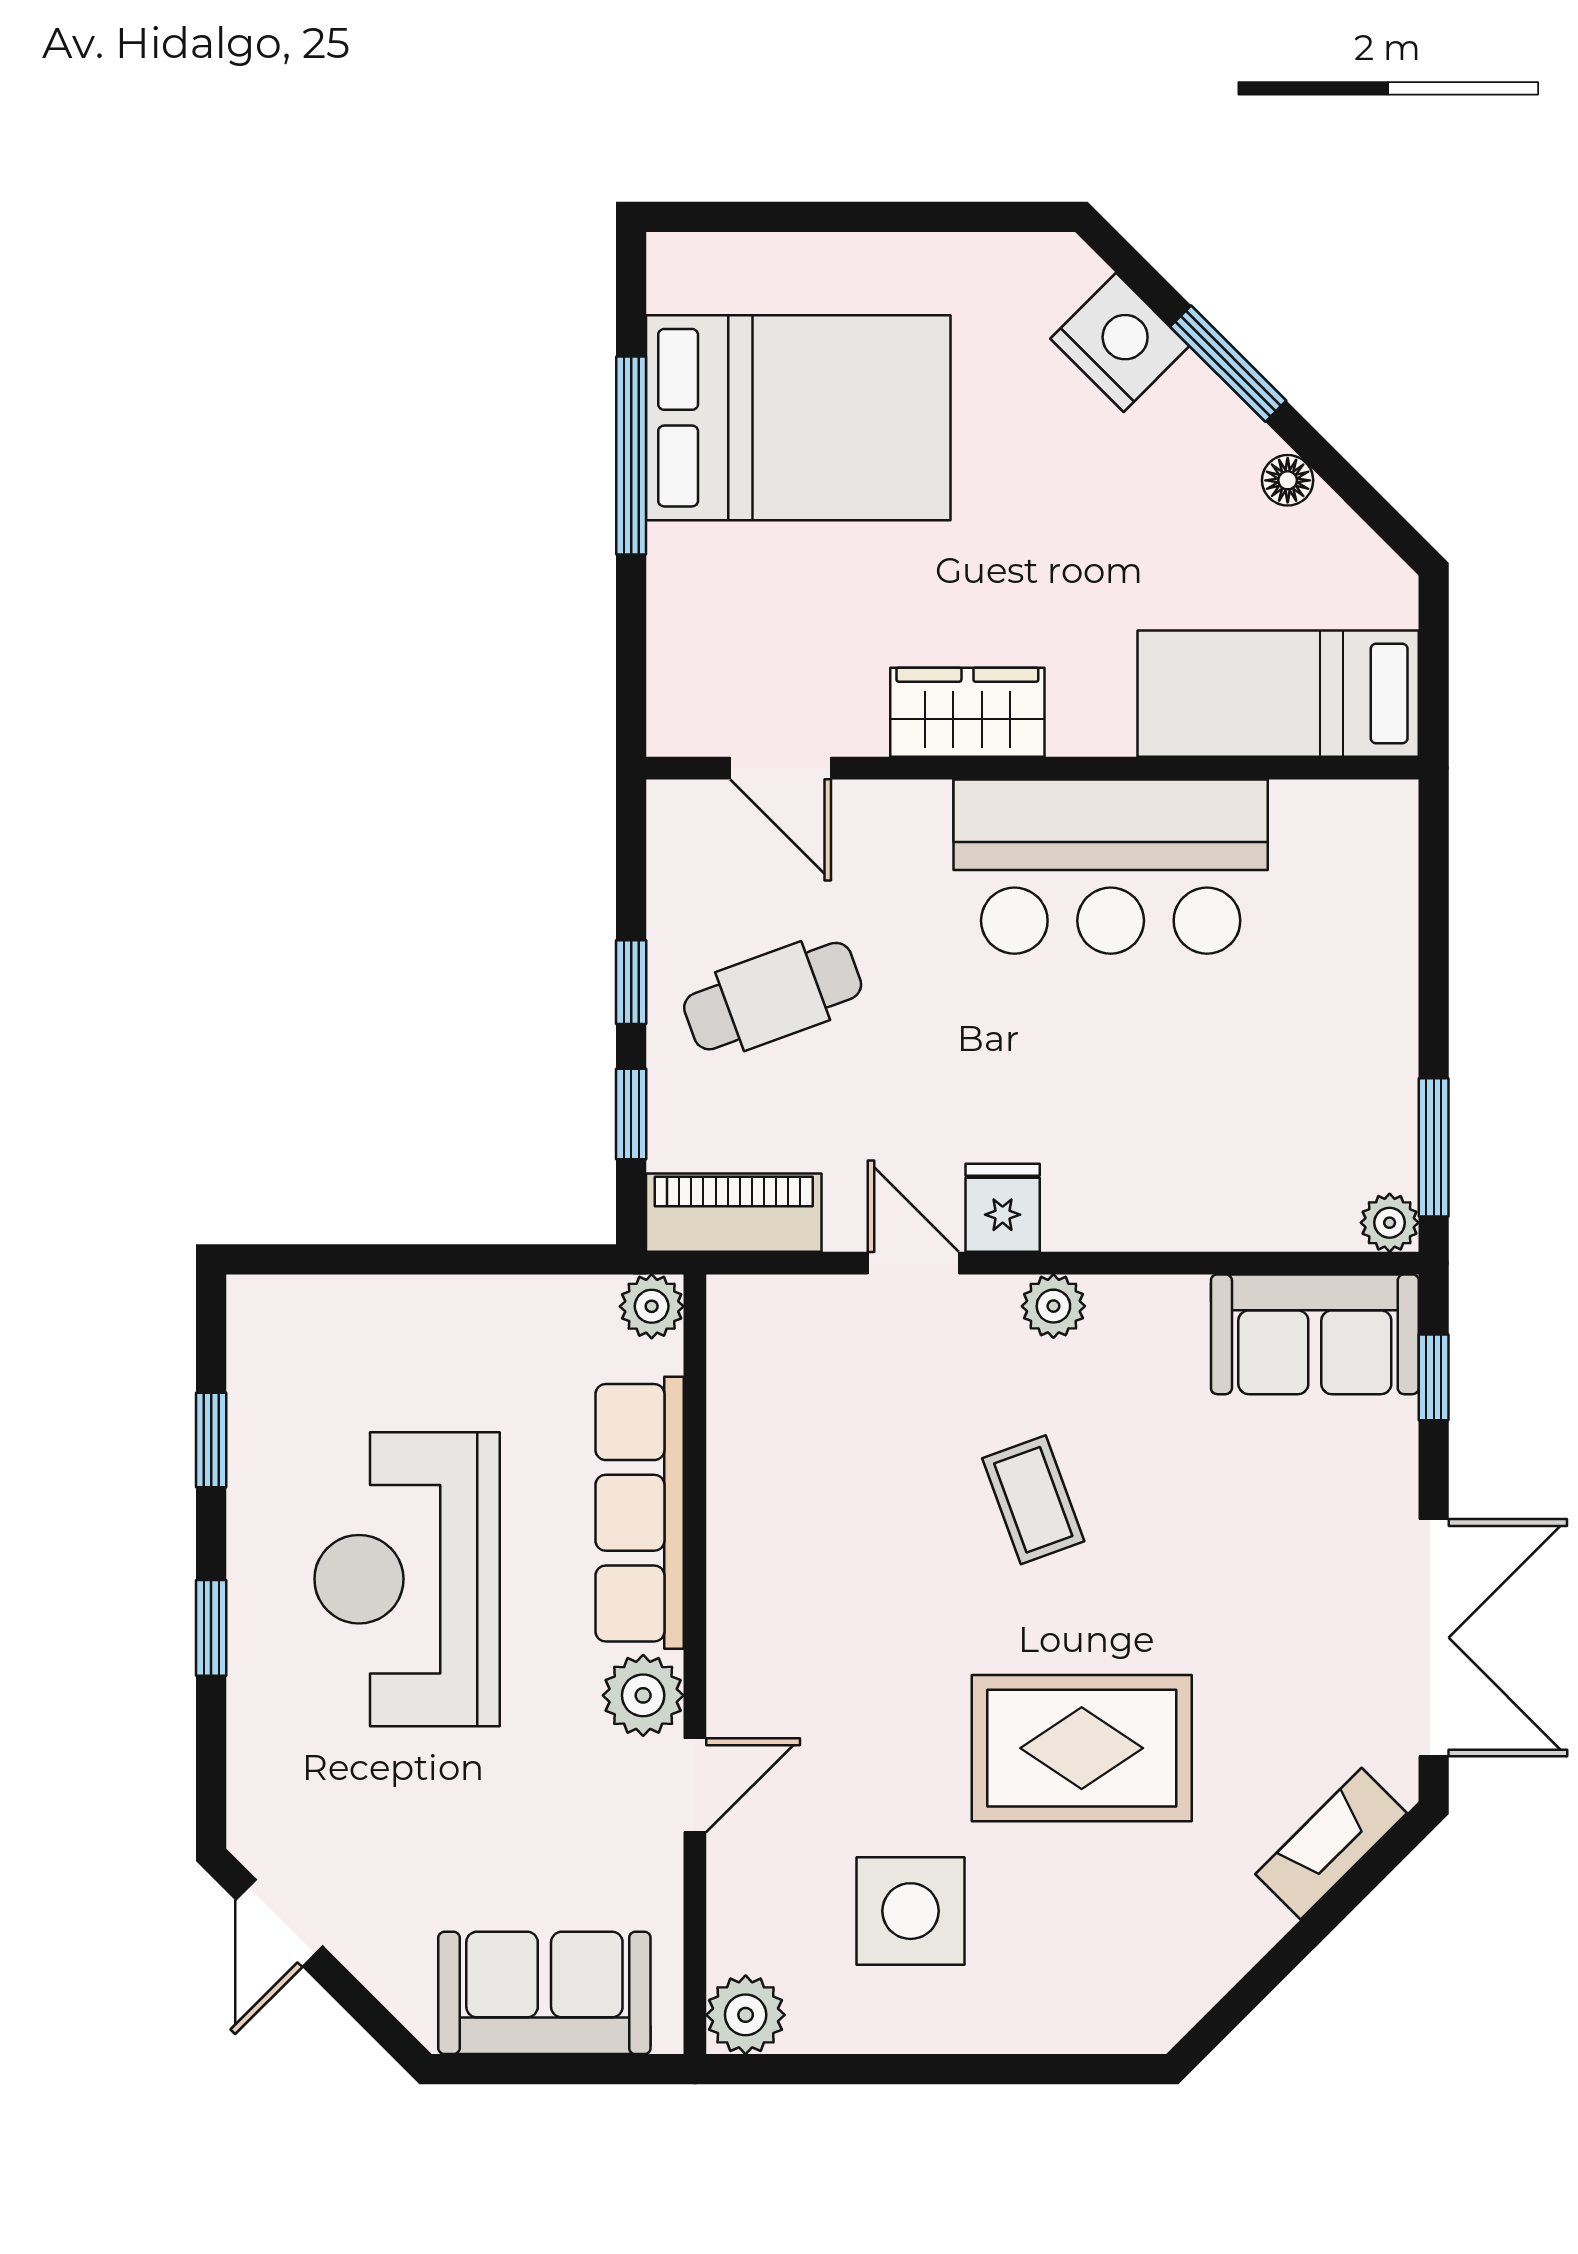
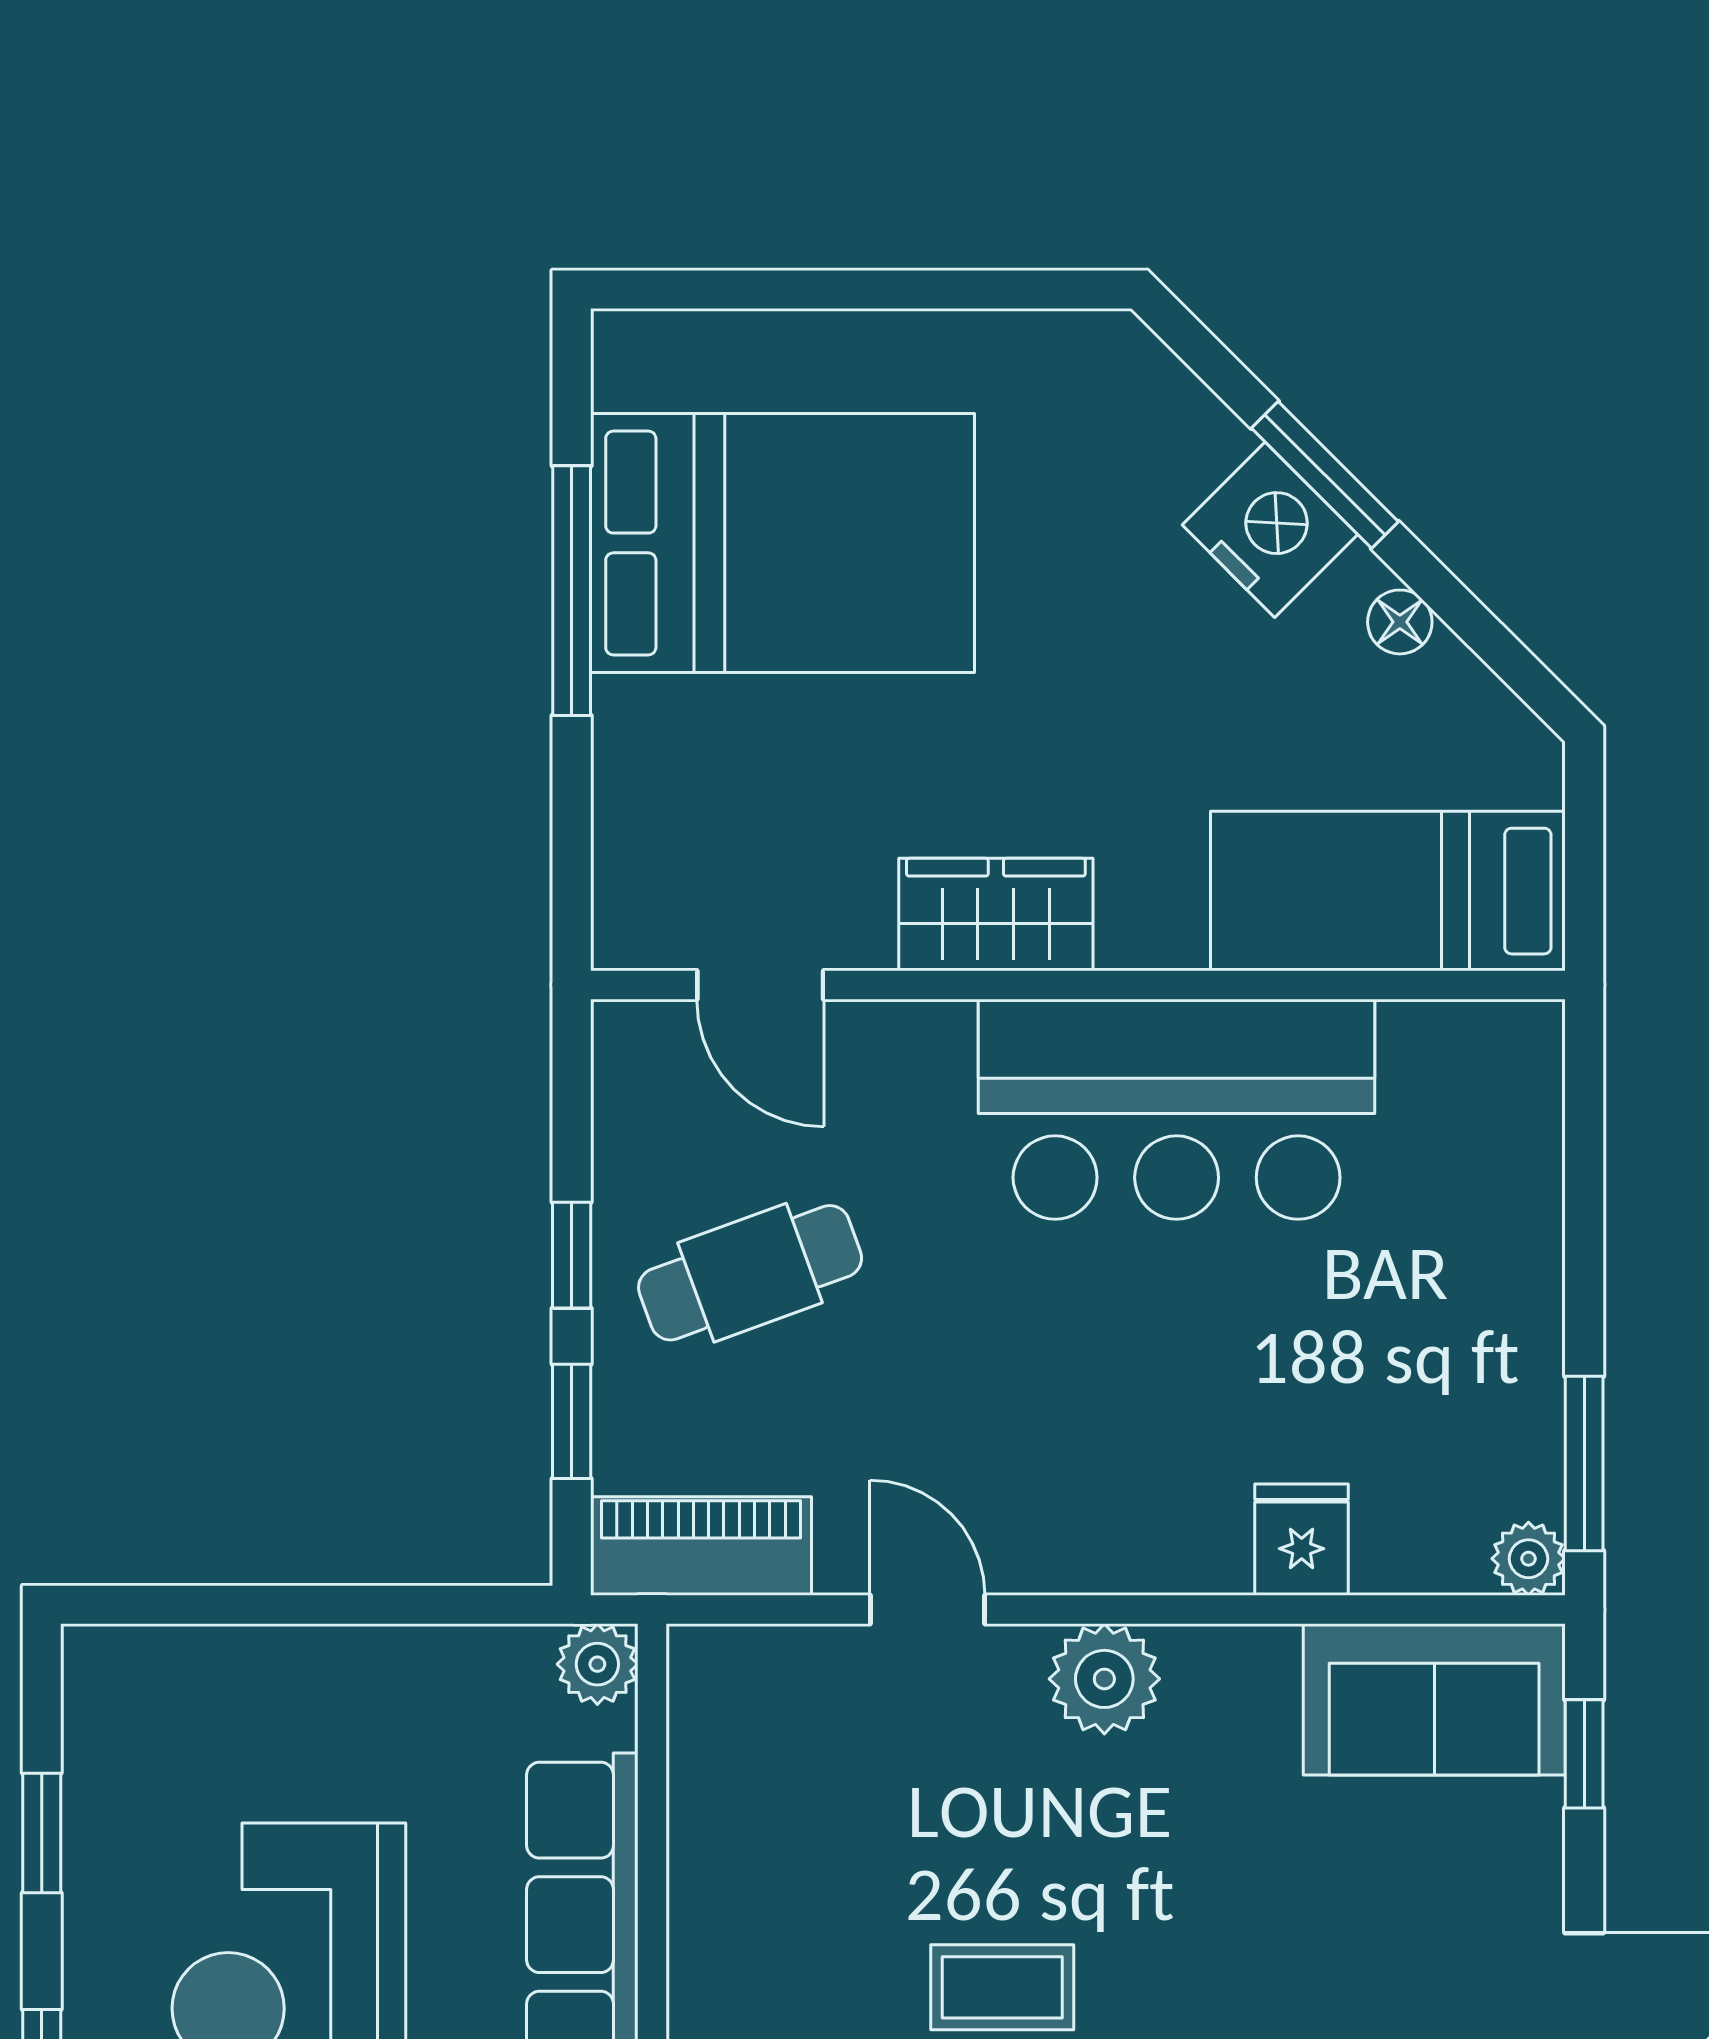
nightstand: (1120, 342) -> (1270, 530), moved
fridge: (1003, 1208) -> (1302, 1540), moved
plant: (1053, 1306) -> (1104, 1679), width x1.38, depth x1.38
coffee table: (1033, 1500) -> (1002, 1987), moved, turned -70

